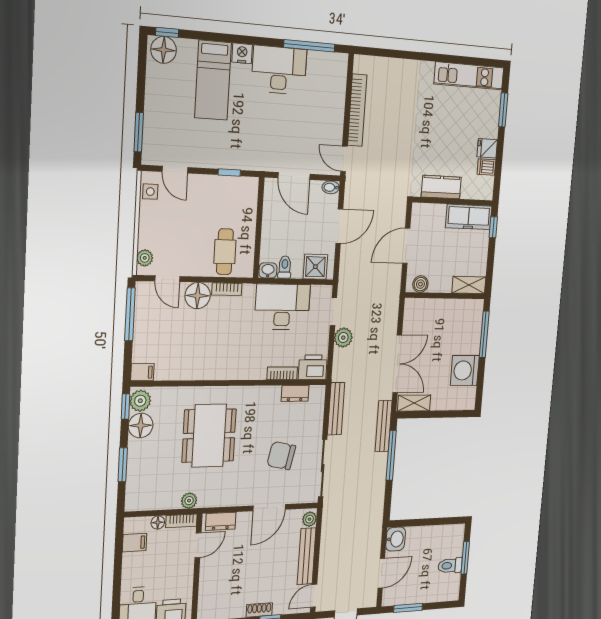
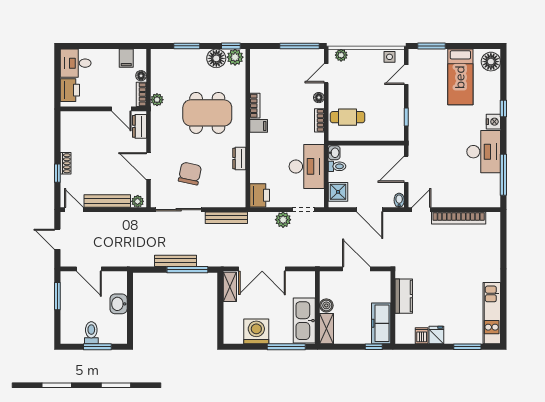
window: (167, 32) -> (503, 109), moved
bed: (213, 80) -> (460, 77), moved, turned -90
boiler: (420, 284) -> (326, 305), moved
floor lamp: (198, 296) -> (319, 98), width x0.53, depth x0.53
kitchen sink: (458, 312) -> (304, 321), added
filing cabinet: (142, 372) -> (259, 126), moved, turned -90
bookcase: (282, 373) -> (255, 106), moved
dresser: (295, 393) -> (239, 158), moved
bench: (384, 426) -> (176, 261), moved
washbasin: (396, 539) -> (119, 304), moved, turned 90

